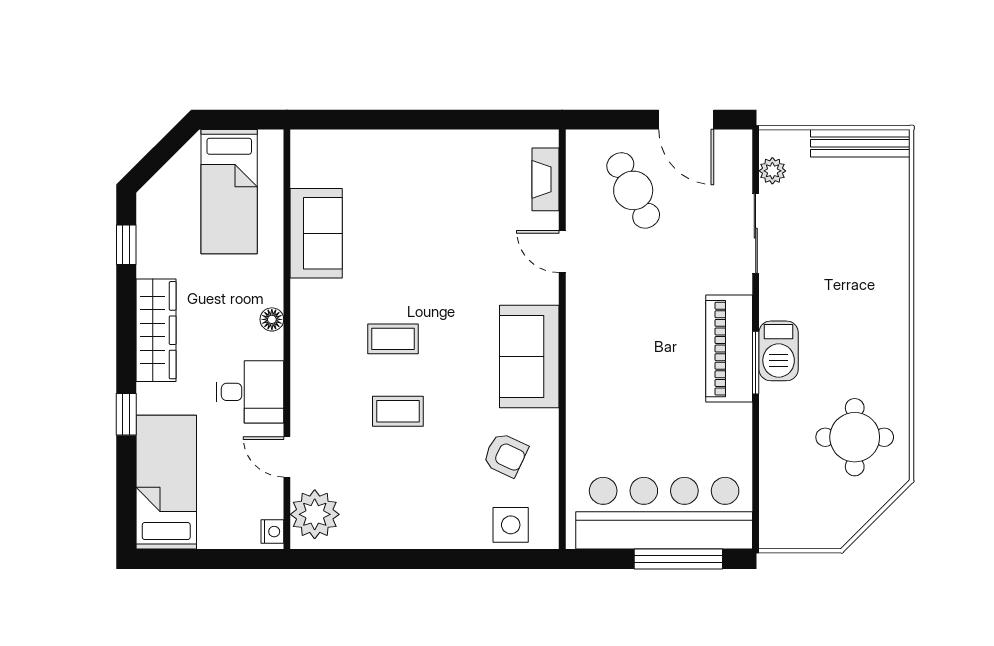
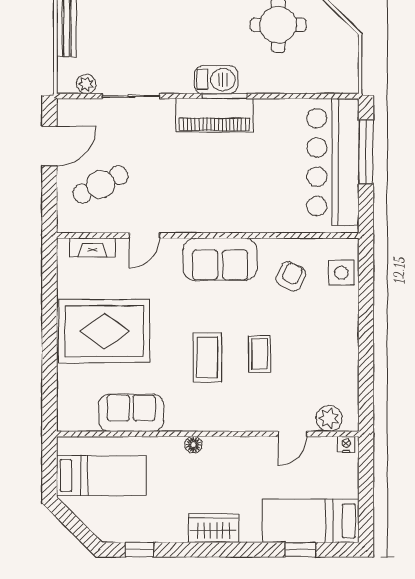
rug: (430, 196) -> (104, 331), added
wardrobe: (156, 330) -> (213, 528), width x0.67
coffee table: (393, 339) -> (207, 357), width x1.36, depth x1.30
desk: (250, 392) -> (246, 461), removed
window: (126, 414) -> (300, 550), moved
plant: (315, 514) -> (329, 419), width x0.73, depth x0.73

